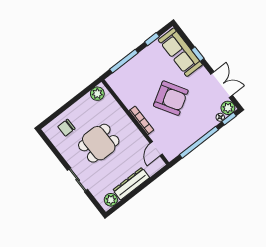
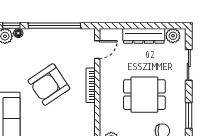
armchair: (171, 98) -> (49, 85), turned -93
window: (56, 153) -> (189, 115), added
sliding door: (78, 180) -> (189, 65), moved

